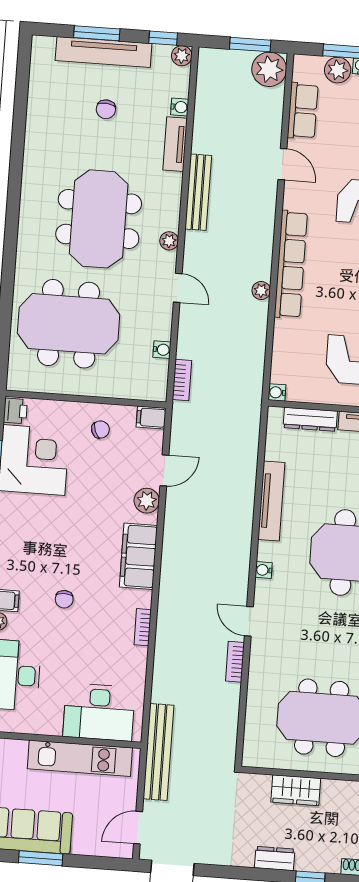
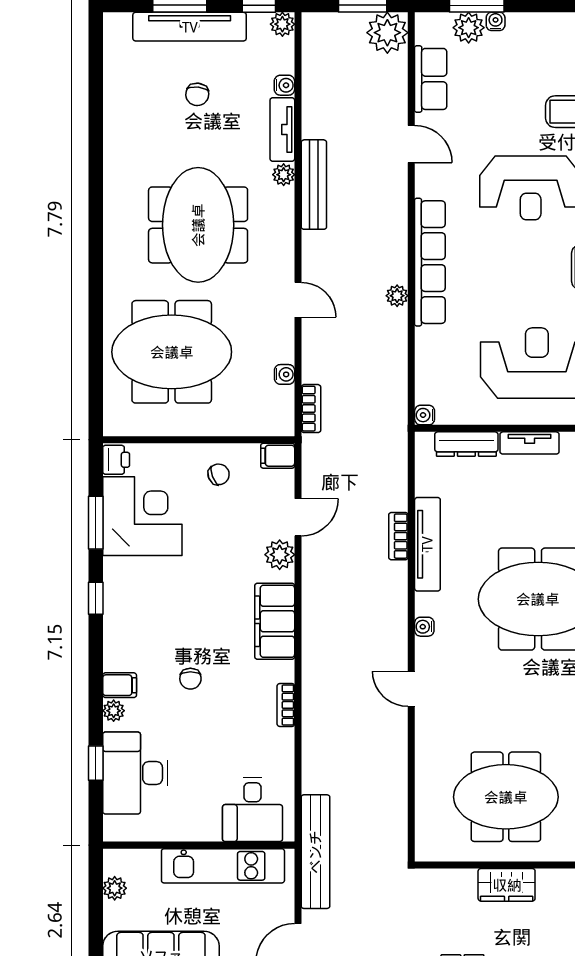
plant: (169, 241) -> (284, 175), moved
bookcase: (235, 662) -> (398, 536), moved
desk: (99, 712) -> (253, 810), width x0.73
wardrobe: (296, 790) -> (507, 885), moved

